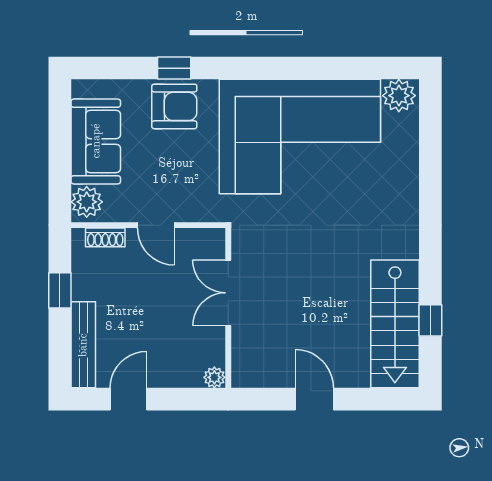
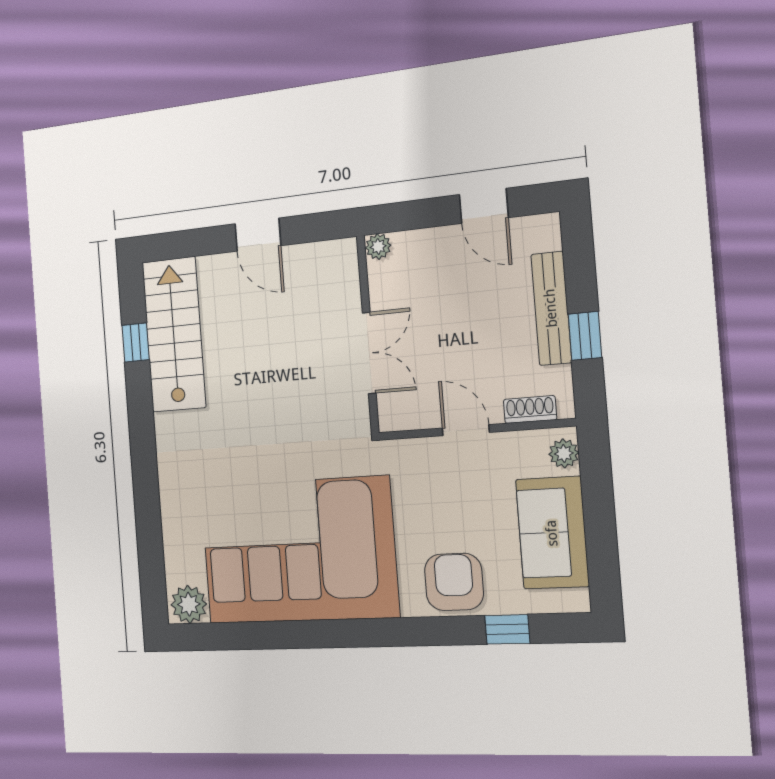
window: (174, 68) -> (507, 629), moved
armchair: (174, 106) -> (454, 582), turned 90
plant: (87, 202) -> (564, 453), width x0.73, depth x0.73
bench: (83, 345) -> (551, 308), moved
door: (128, 399) -> (484, 206), hinge flipped

